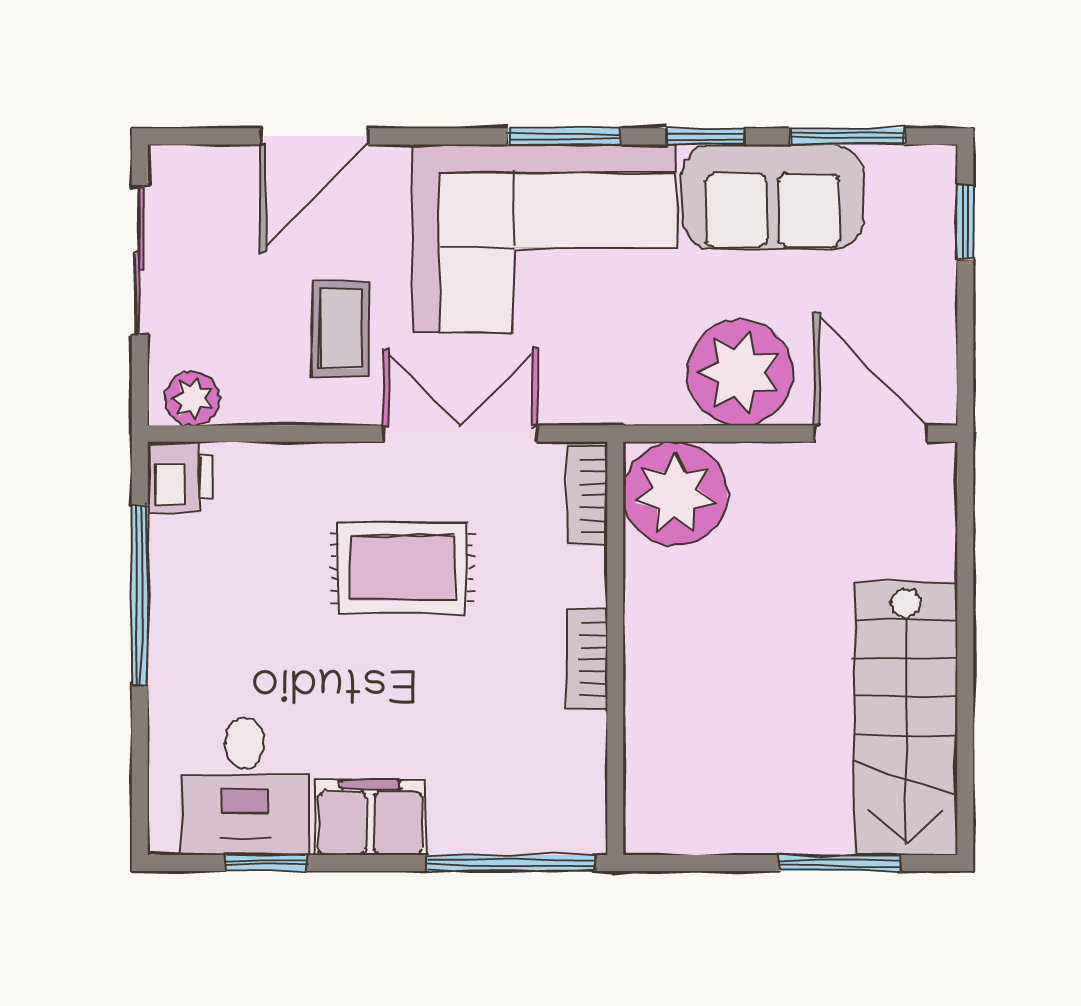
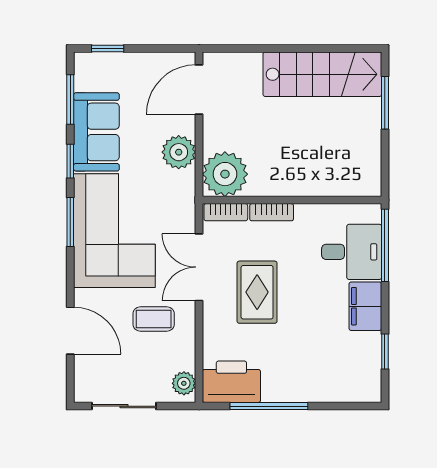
plant: (740, 373) -> (179, 152), width x0.73, depth x0.73
printer: (180, 477) -> (231, 382), width x1.87, depth x1.48
bookcase: (587, 660) -> (272, 212), moved
desk: (245, 786) -> (352, 252), moved

